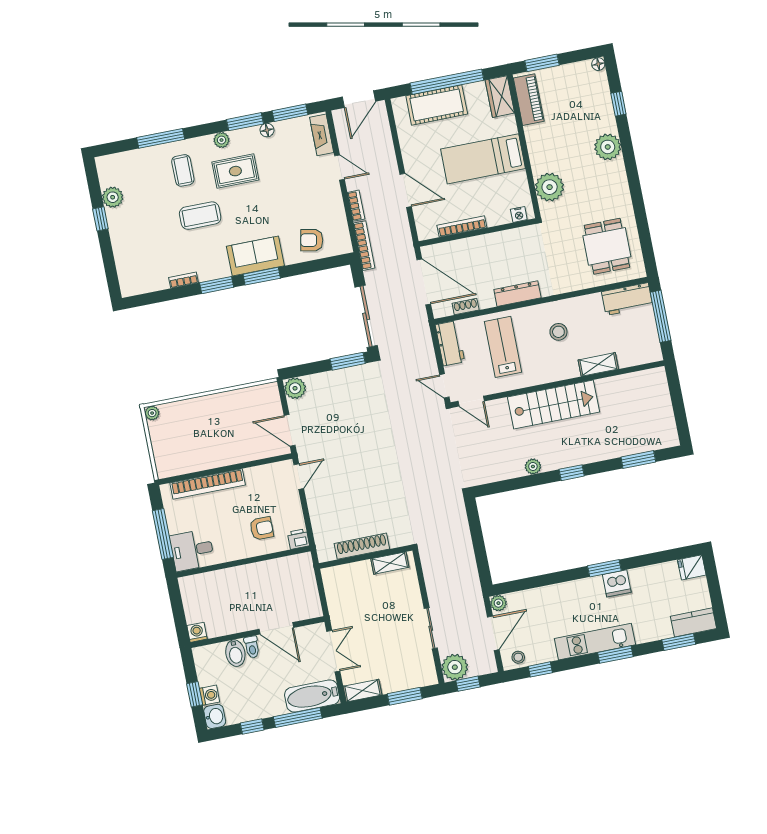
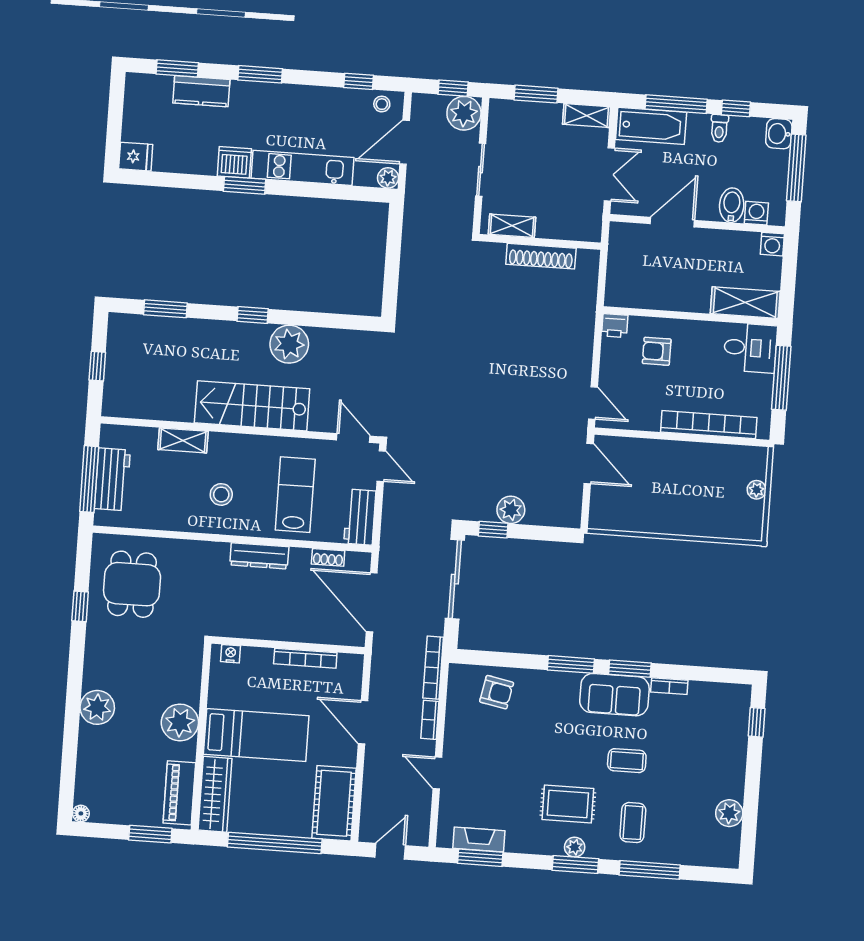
wardrobe: (500, 97) -> (215, 794), width x1.50
door: (359, 99) -> (390, 851), width x0.73
window: (618, 104) -> (80, 606), moved
cot: (437, 105) -> (334, 803), moved, turned 90
window: (245, 122) -> (575, 865), moved
floor lamp: (267, 130) -> (515, 844), removed
fireplace: (322, 135) -> (479, 840), moved, turned -90
plant: (550, 187) -> (180, 722), moved
coffee table: (200, 216) -> (627, 761), width x0.73, depth x0.77
window: (100, 219) -> (757, 722), moved
sofa: (255, 256) -> (614, 695), moved
workbench: (627, 299) -> (112, 479), moved, turned 90
lab bench: (503, 347) -> (295, 495), turned 180
window: (348, 361) -> (493, 530), width x0.67
plant: (295, 388) -> (511, 510), moved
window: (678, 403) -> (97, 366), added
plant: (152, 413) -> (757, 490), moved
plant: (533, 467) -> (289, 344), width x1.88, depth x1.88
door: (299, 477) -> (593, 403), swing flipped
shoe rack: (362, 546) -> (541, 256), moved
wall: (366, 557) -> (540, 242), moved
shelving: (390, 563) -> (512, 226), moved
shelving: (205, 583) -> (745, 303), added
kitchen counter: (694, 622) -> (201, 91), moved
door: (276, 628) -> (672, 222), hinge flipped
kitchen unit: (595, 642) -> (302, 168), moved, turned 180
toilet: (252, 647) -> (719, 128), moved, turned 180
double door: (333, 651) -> (609, 174), swing flipped
window: (195, 694) -> (796, 168), width x2.17
washing machine: (209, 695) -> (756, 213), moved, turned 90

